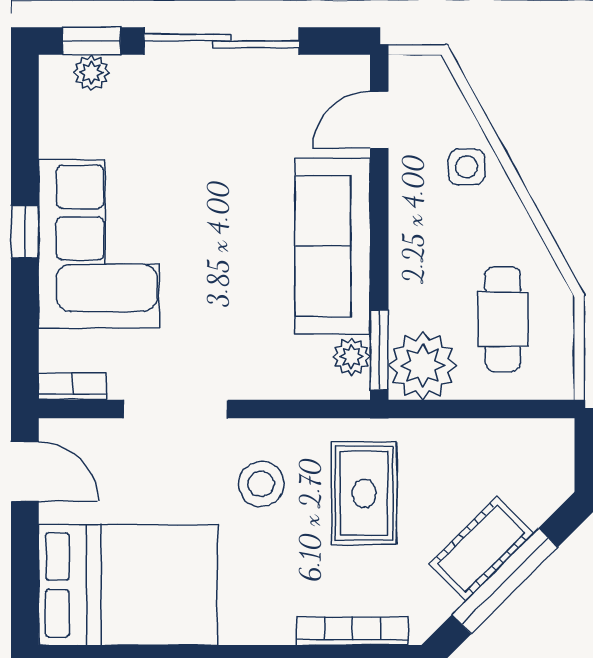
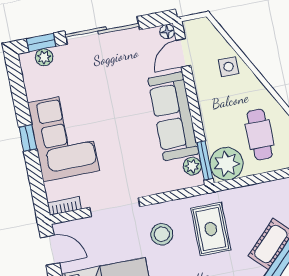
floor lamp: (355, 70) -> (167, 32), added

